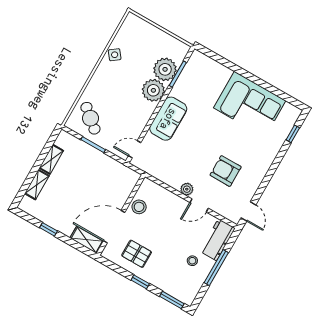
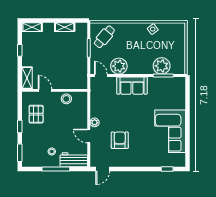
plant: (153, 90) -> (119, 66), moved
shelving: (37, 185) -> (32, 27), moved
door: (114, 227) -> (45, 90), width x0.53

